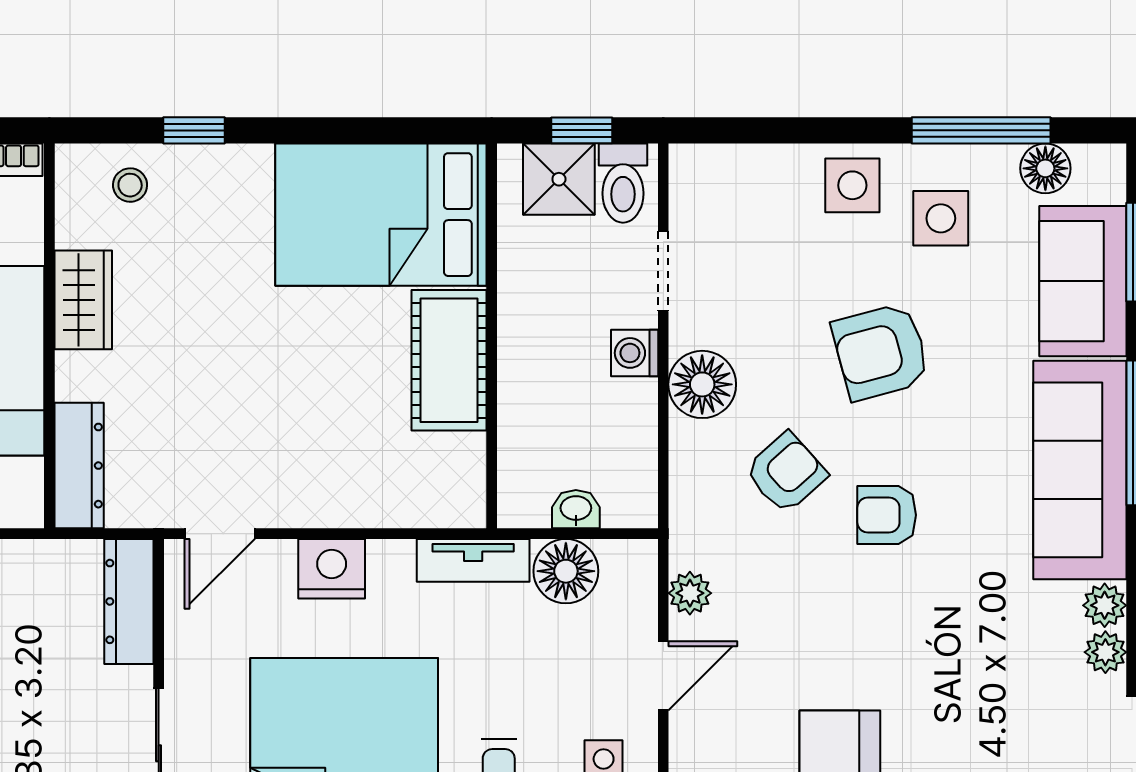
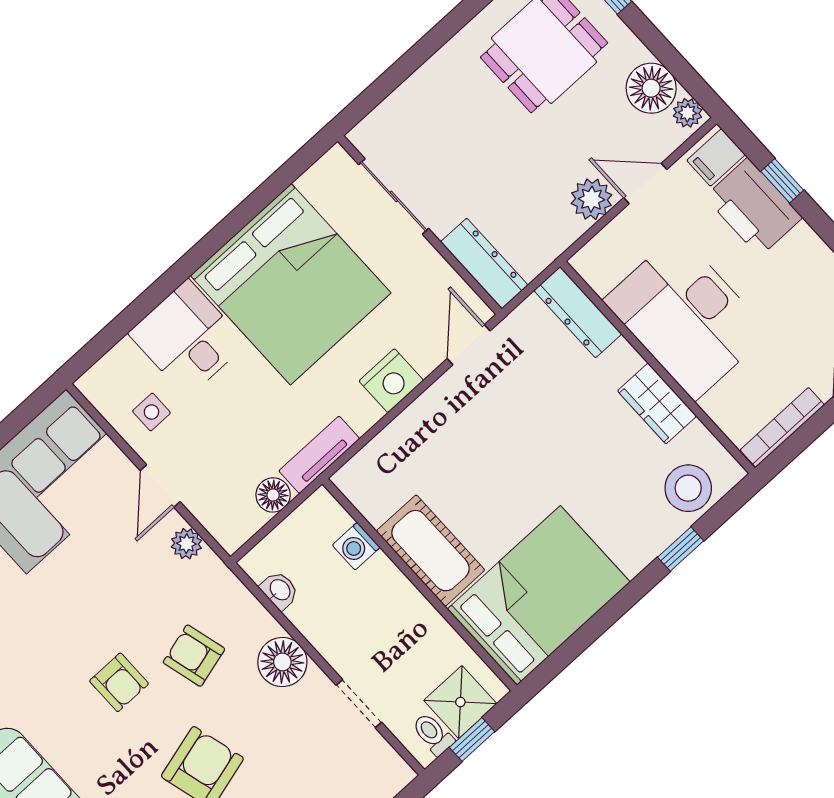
toilet: (623, 183) -> (433, 734), width x0.73, depth x0.72
stool: (130, 185) -> (688, 488), width x1.89, depth x1.89
washing machine: (635, 353) -> (356, 546), moved, turned 180
armchair: (786, 473) -> (194, 656), turned 117
washbasin: (576, 509) -> (279, 590), moved, turned -90
armchair: (887, 515) -> (119, 682), turned 90
floor lamp: (566, 571) -> (273, 495), width x0.73, depth x0.73

